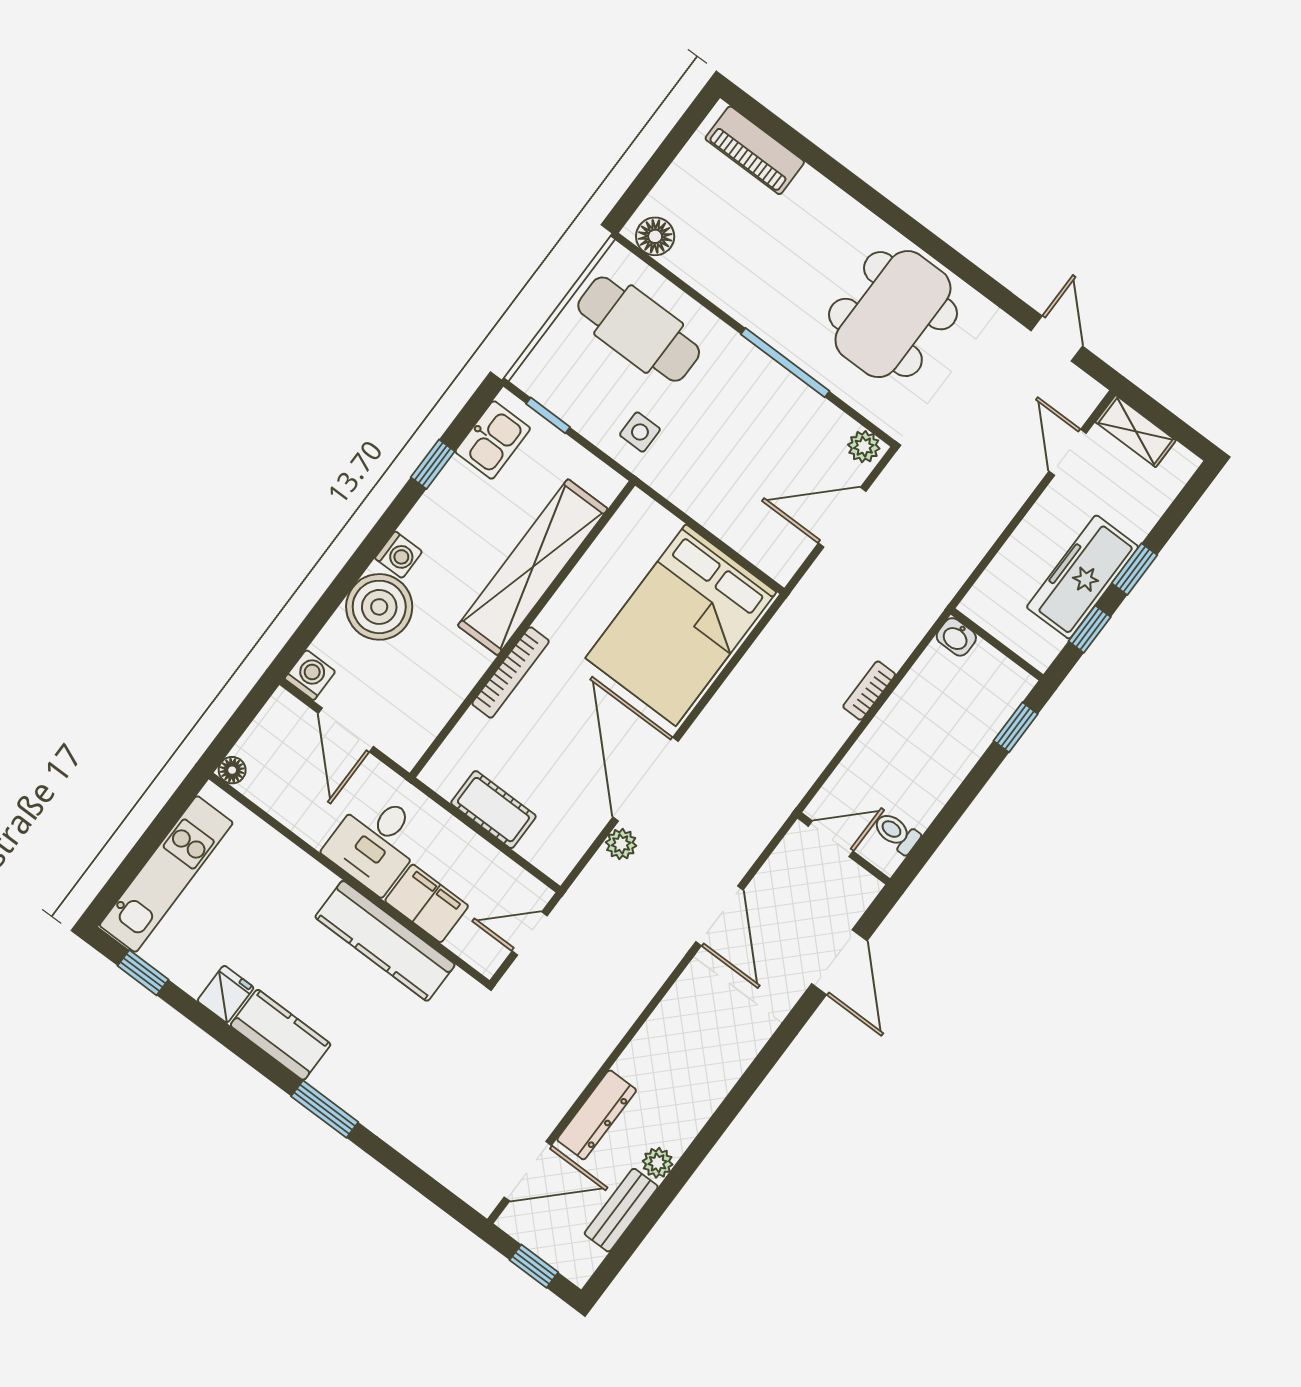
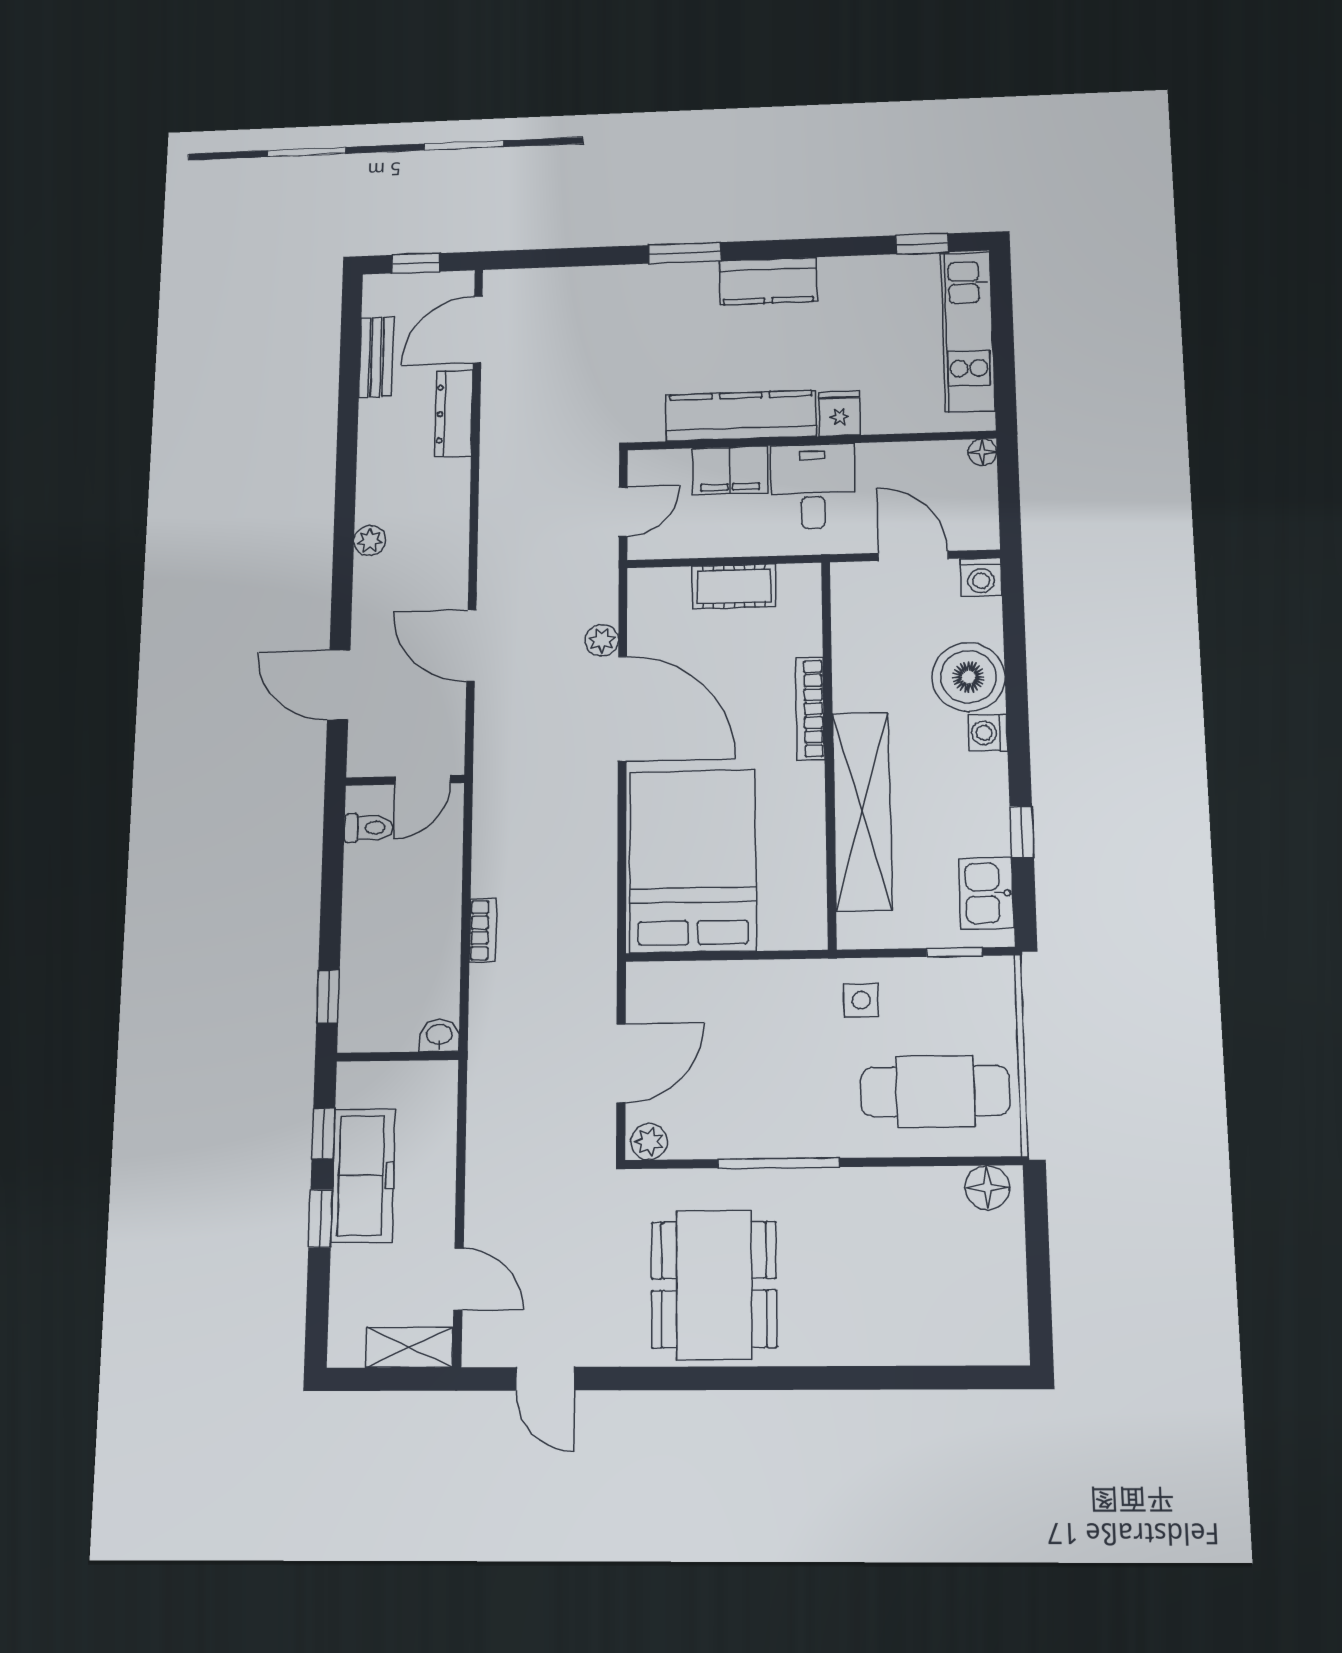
piano: (755, 150) -> (959, 1340), removed
fridge: (226, 994) -> (839, 413), moved, turned 180
plant: (658, 1163) -> (370, 541), moved

